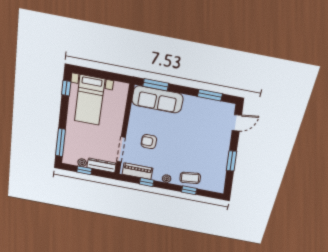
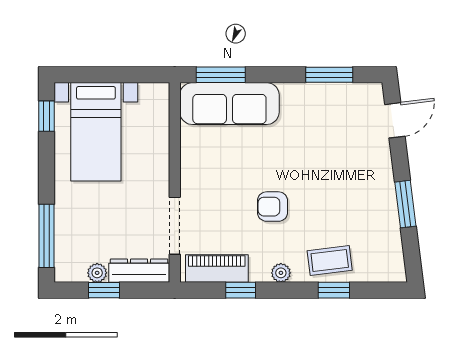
armchair: (149, 142) -> (273, 207), moved

